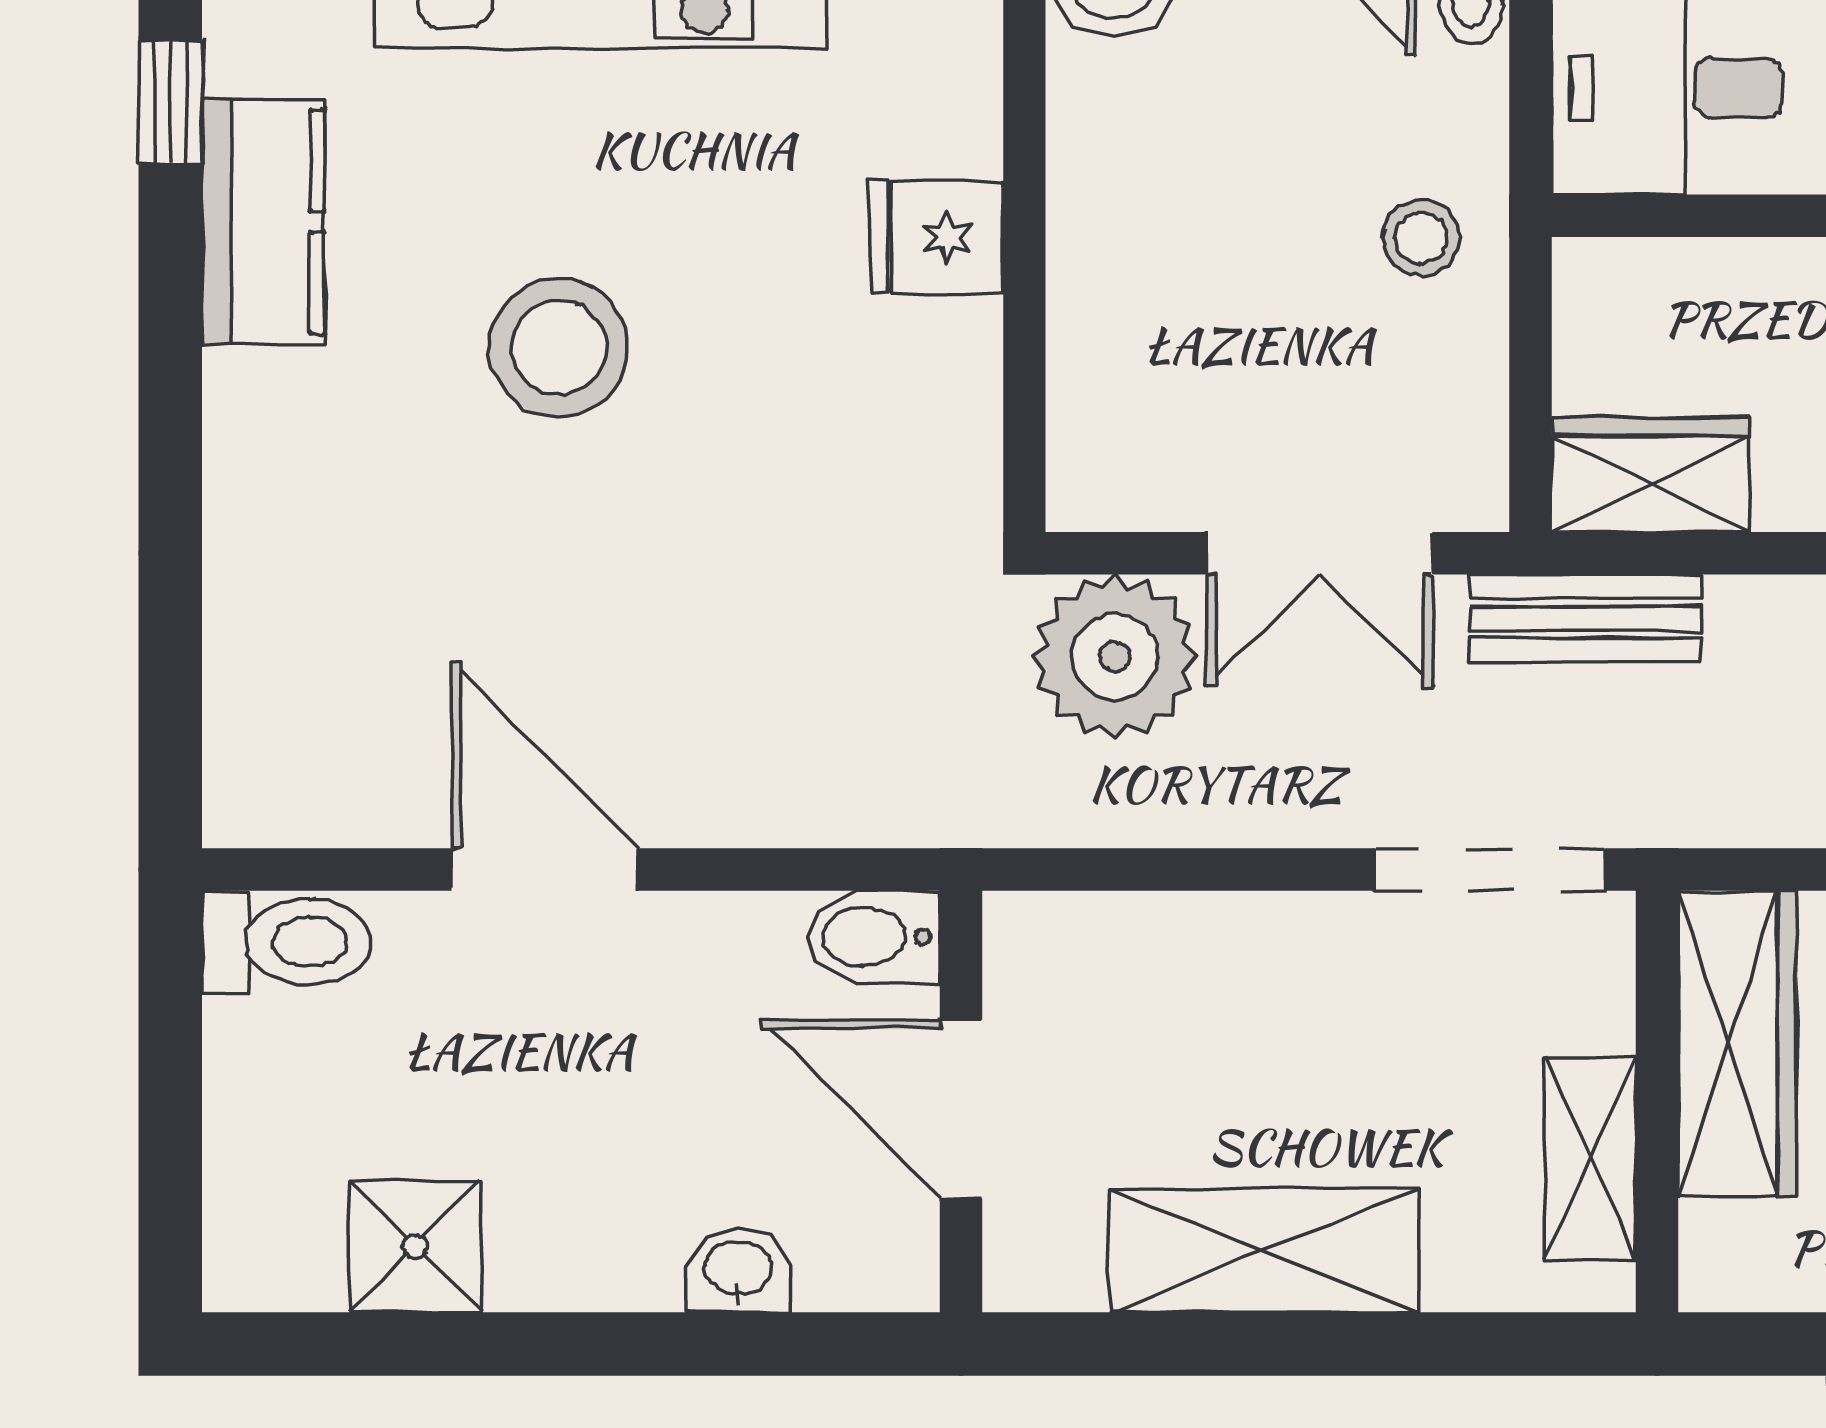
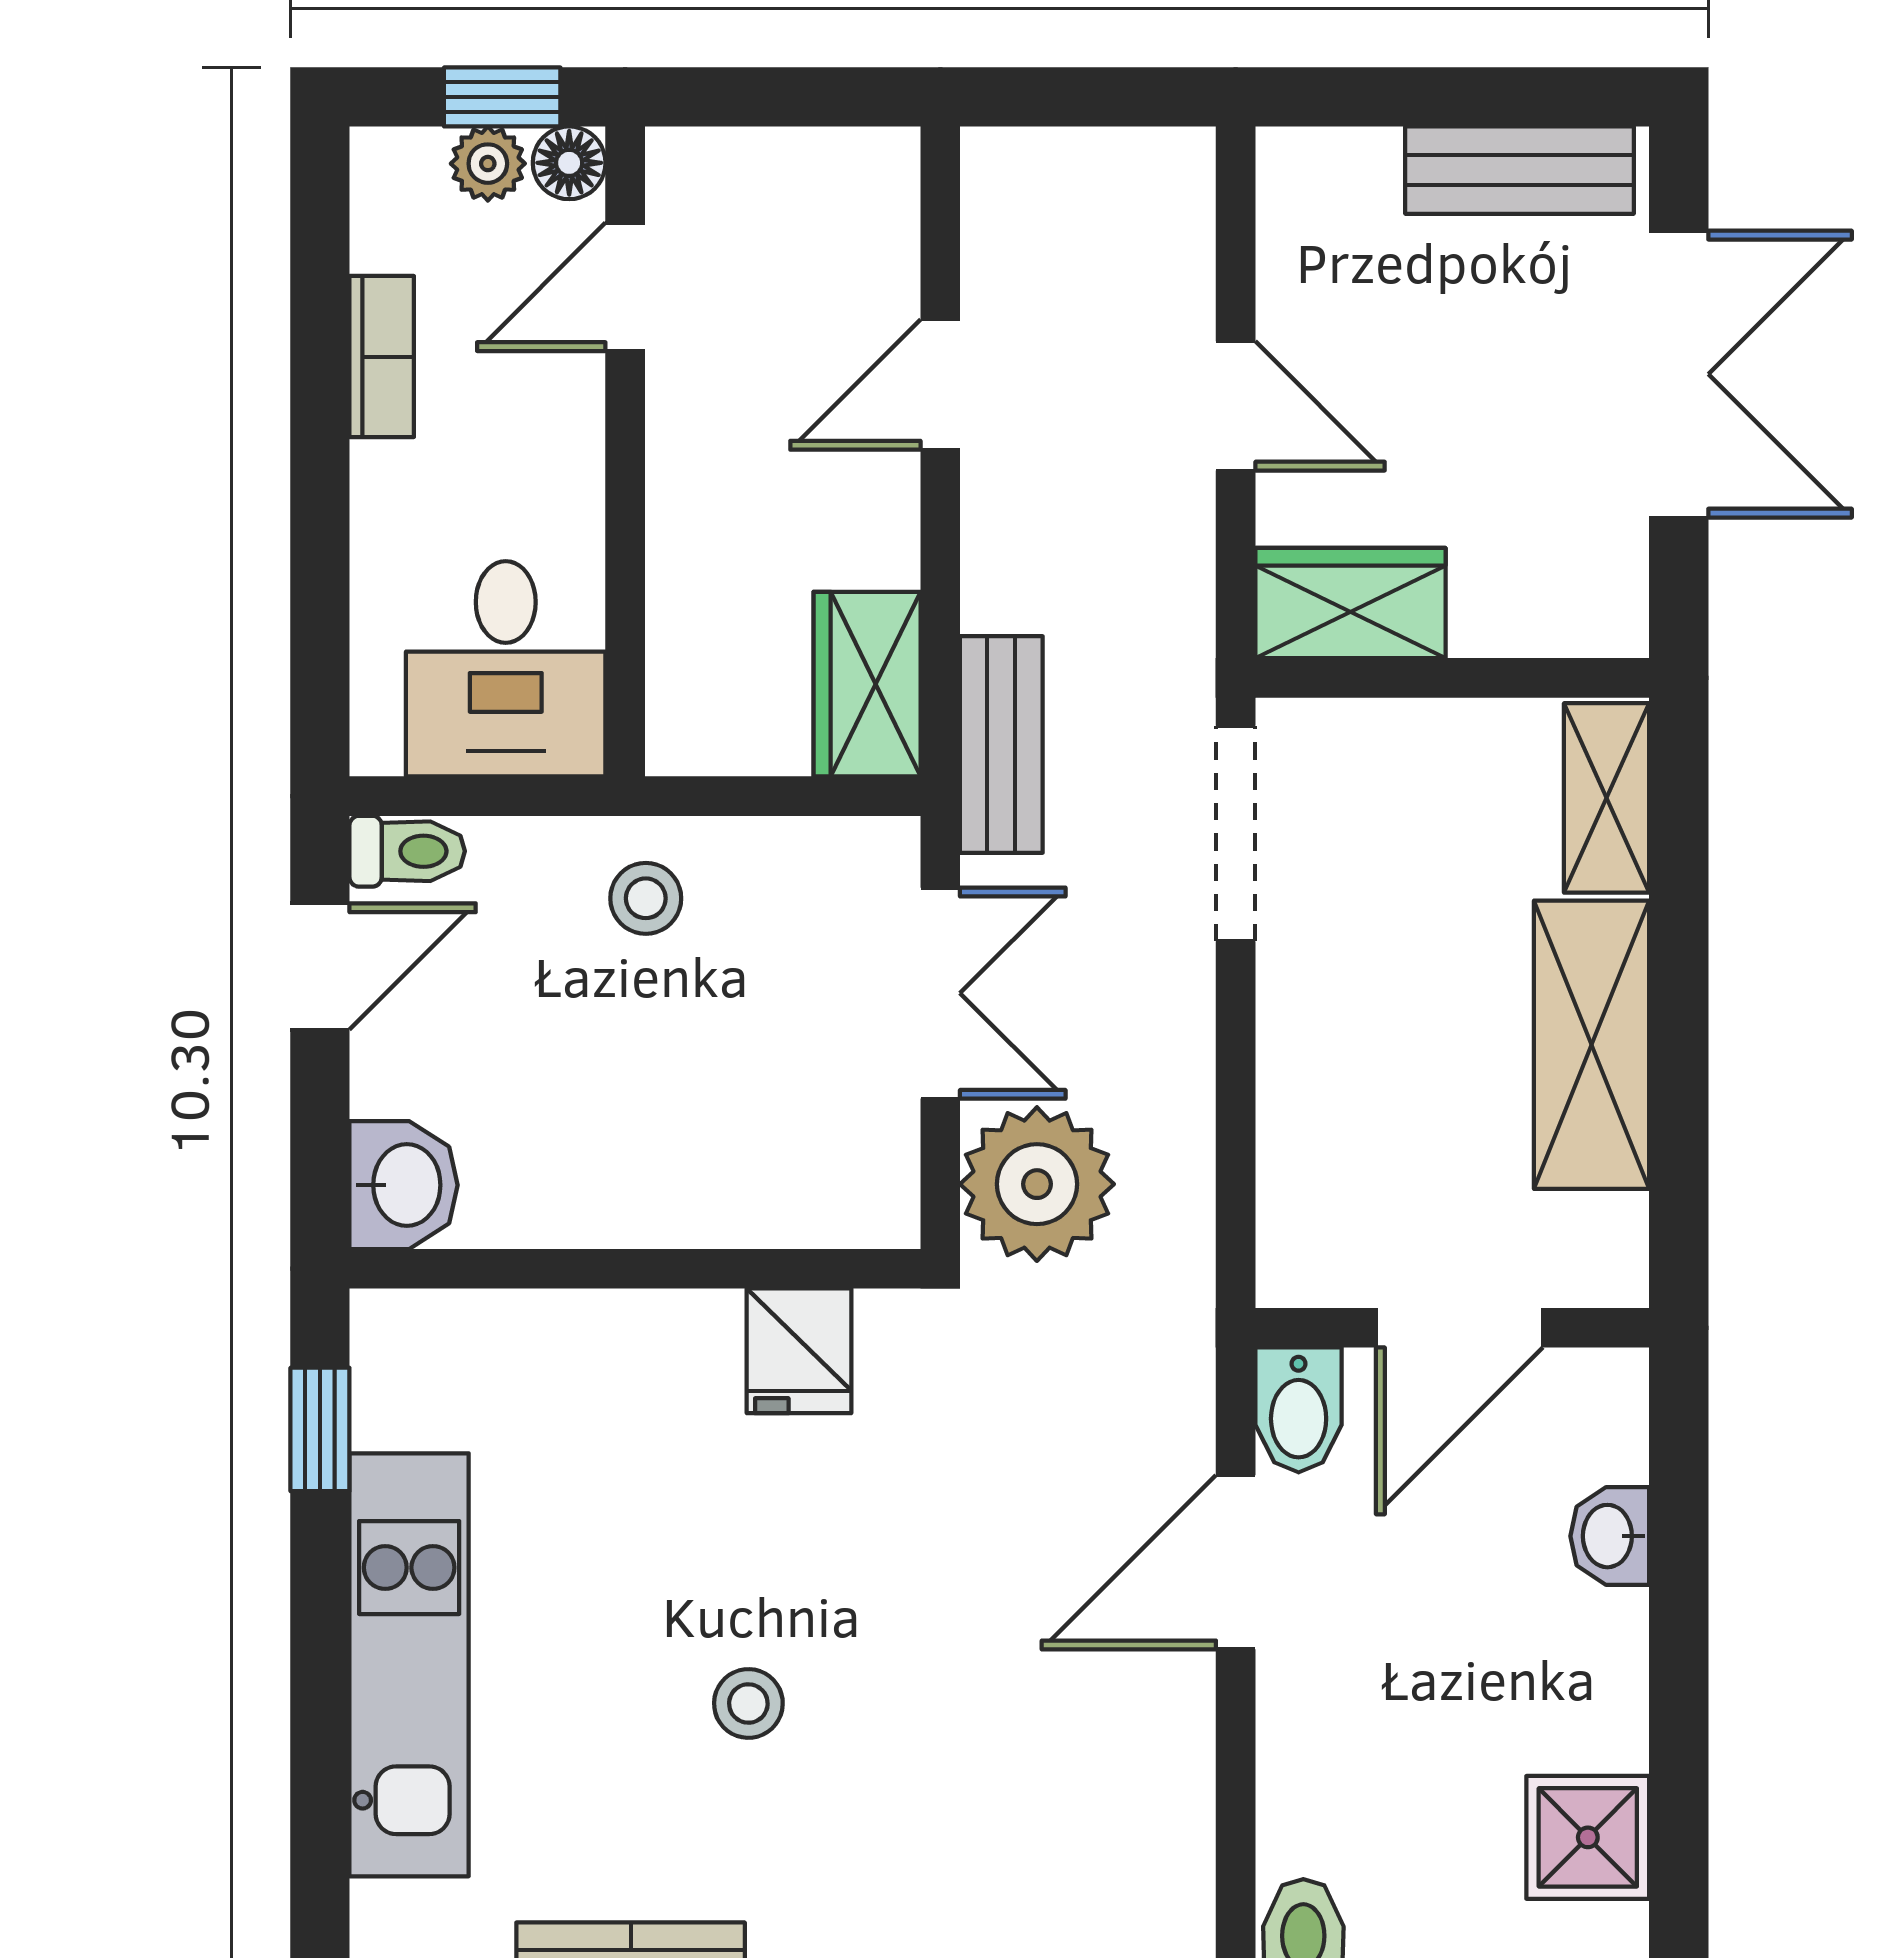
fridge: (936, 237) -> (799, 1351), moved
stool: (559, 348) -> (748, 1703), width x0.53, depth x0.53
door: (545, 870) -> (1236, 1562), moved
wardrobe: (1737, 1043) -> (1350, 603), width x0.67
shelving: (1590, 1158) -> (1607, 798), moved, turned 90

